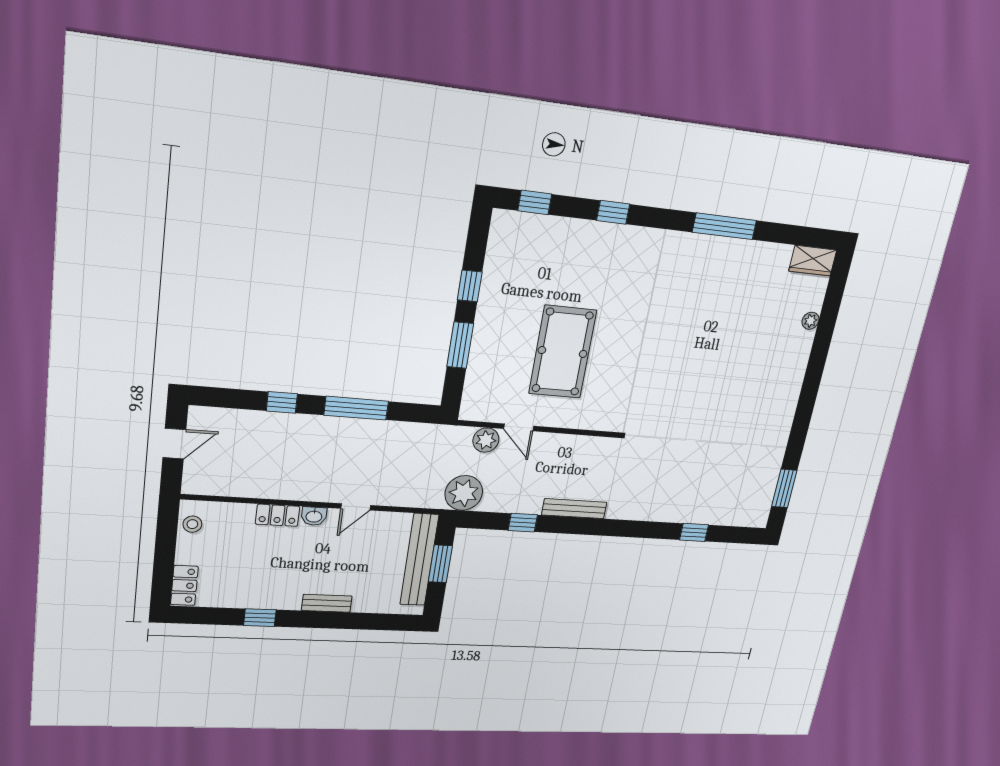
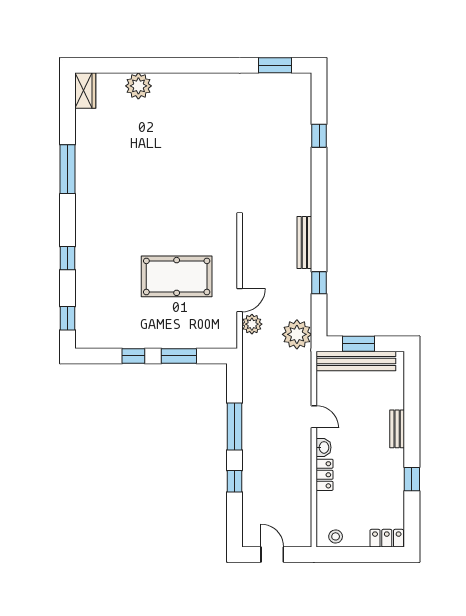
plant: (810, 321) -> (138, 86), width x1.88, depth x1.88

